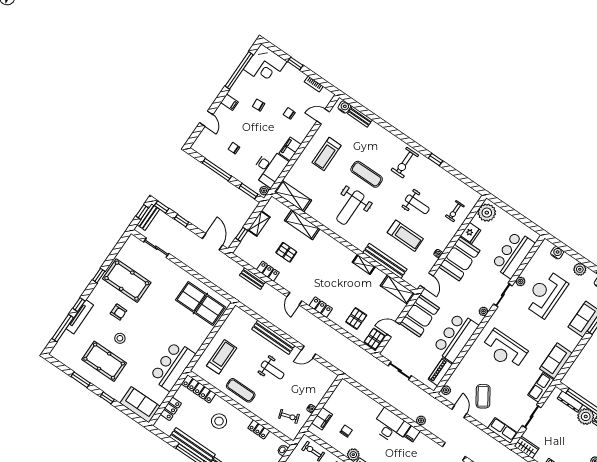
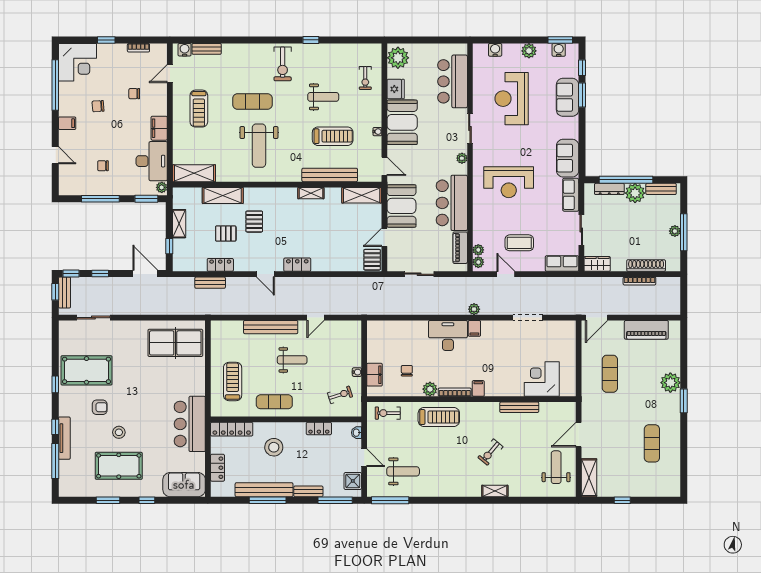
plant: (520, 281) -> (478, 250), moved
pallet: (356, 319) -> (254, 222), moved
coffee table: (483, 396) -> (519, 243), turned -57

